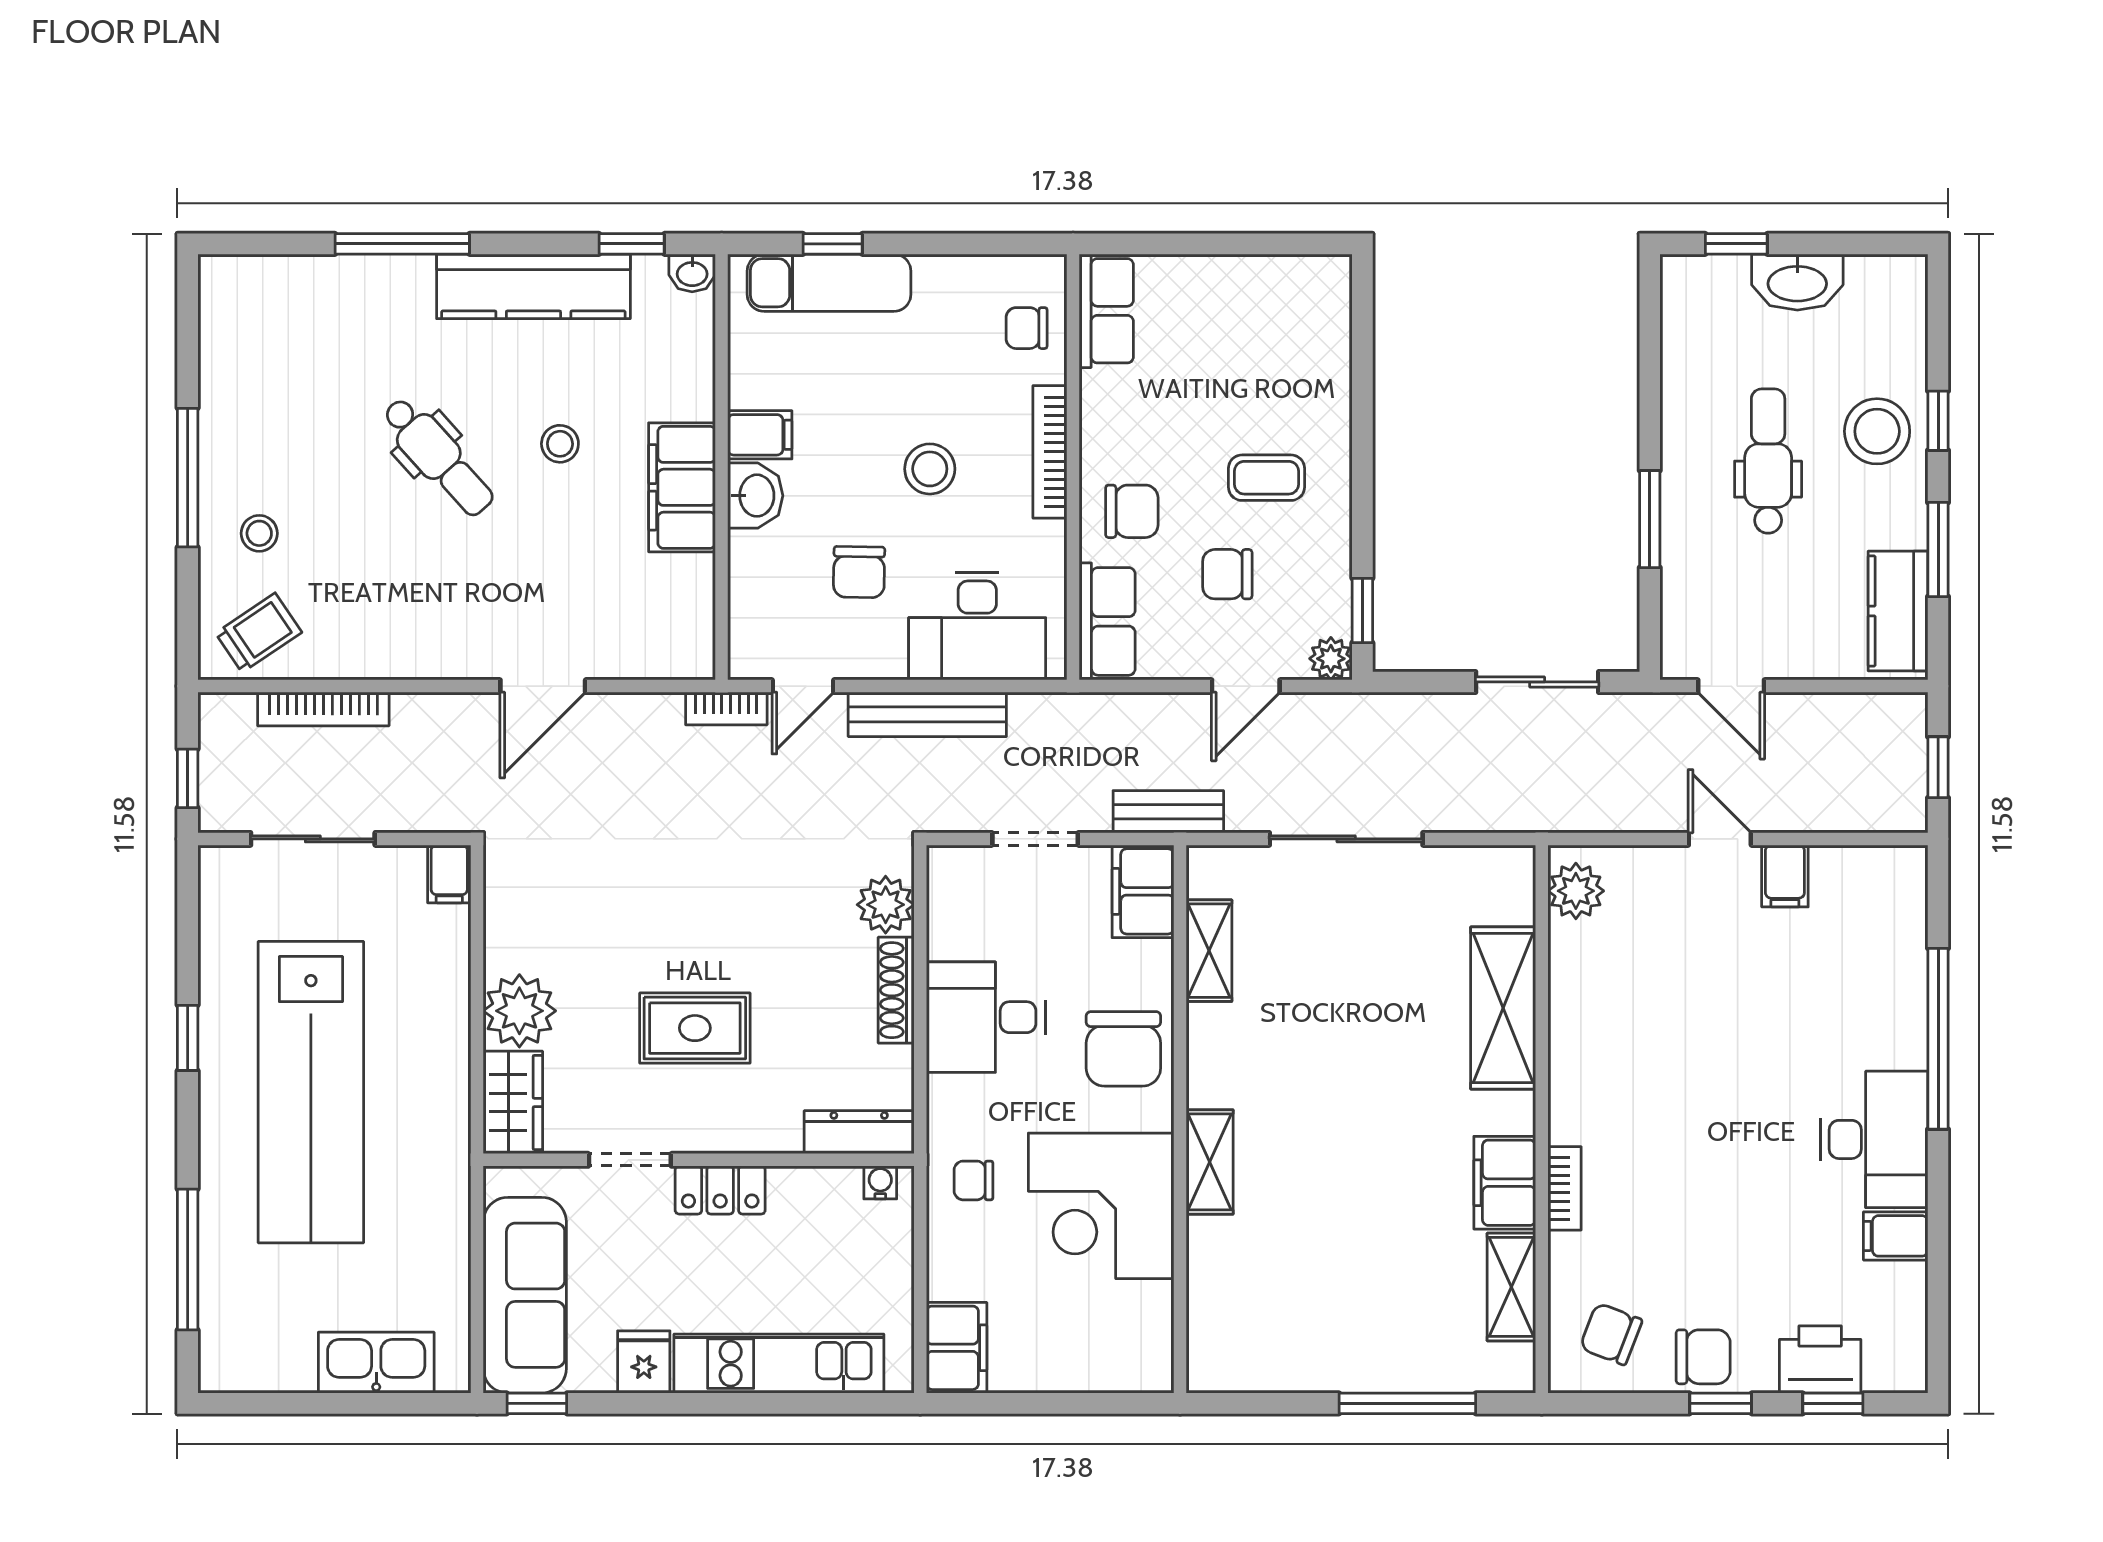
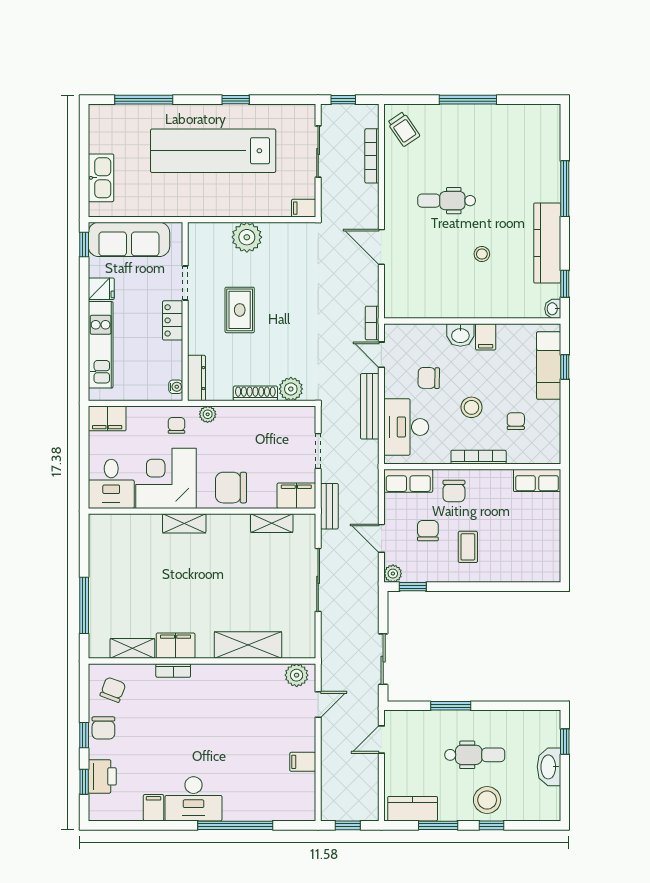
chair: (1027, 328) -> (516, 421), moved
dental chair: (438, 457) -> (447, 201), moved, turned 42
filing cabinet: (682, 487) -> (464, 305), removed
stool: (259, 533) -> (445, 129), removed
door: (1720, 839) -> (318, 704), moved
desk: (986, 1017) -> (111, 484), moved, turned 180
wardrobe: (513, 1102) -> (209, 234), removed
plant: (947, 1105) -> (208, 414), added

